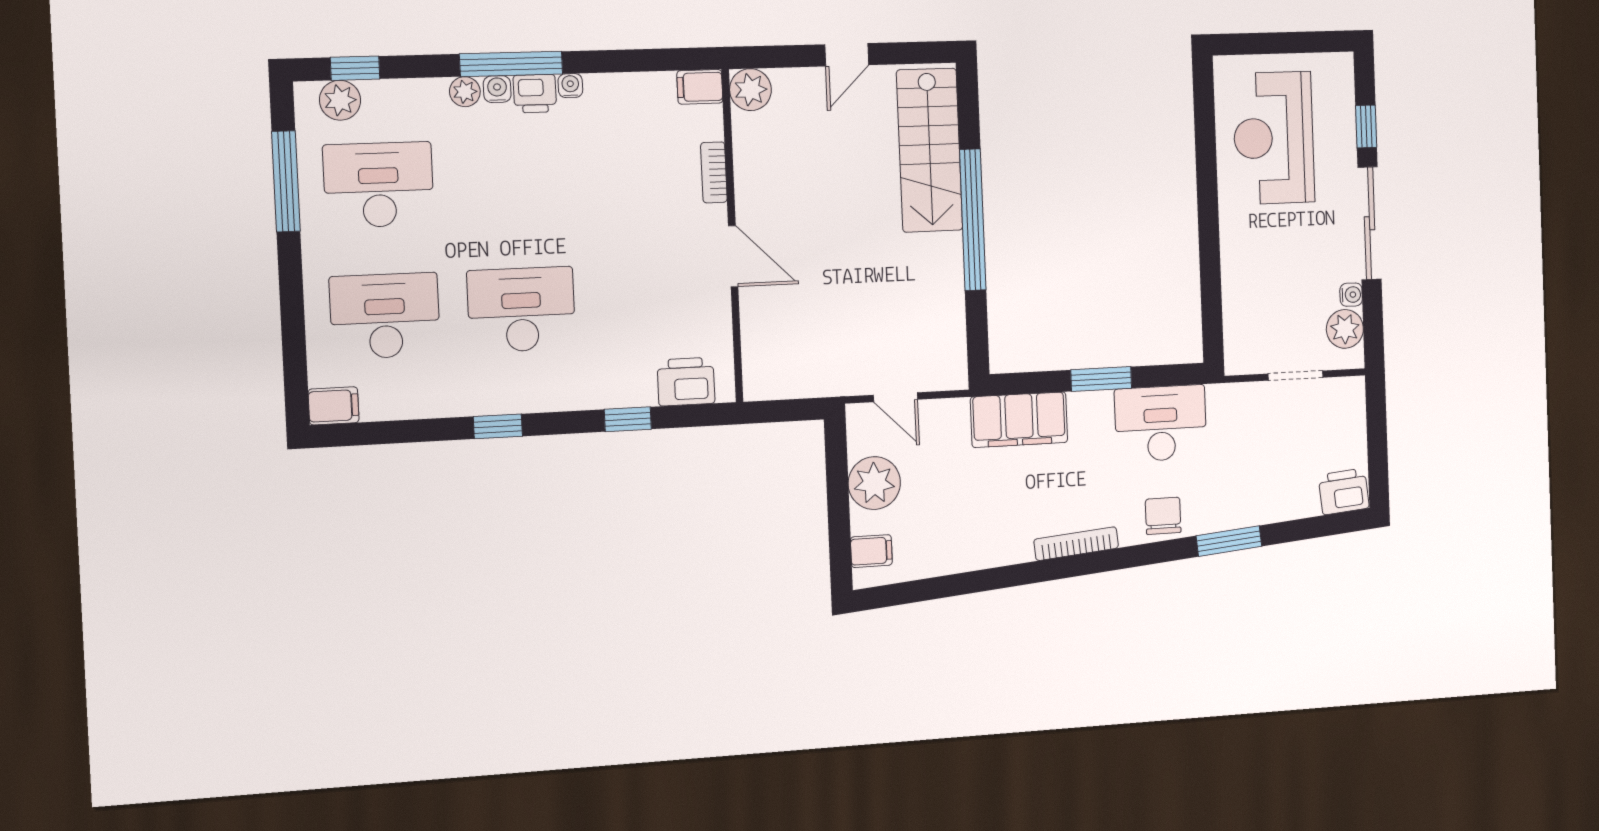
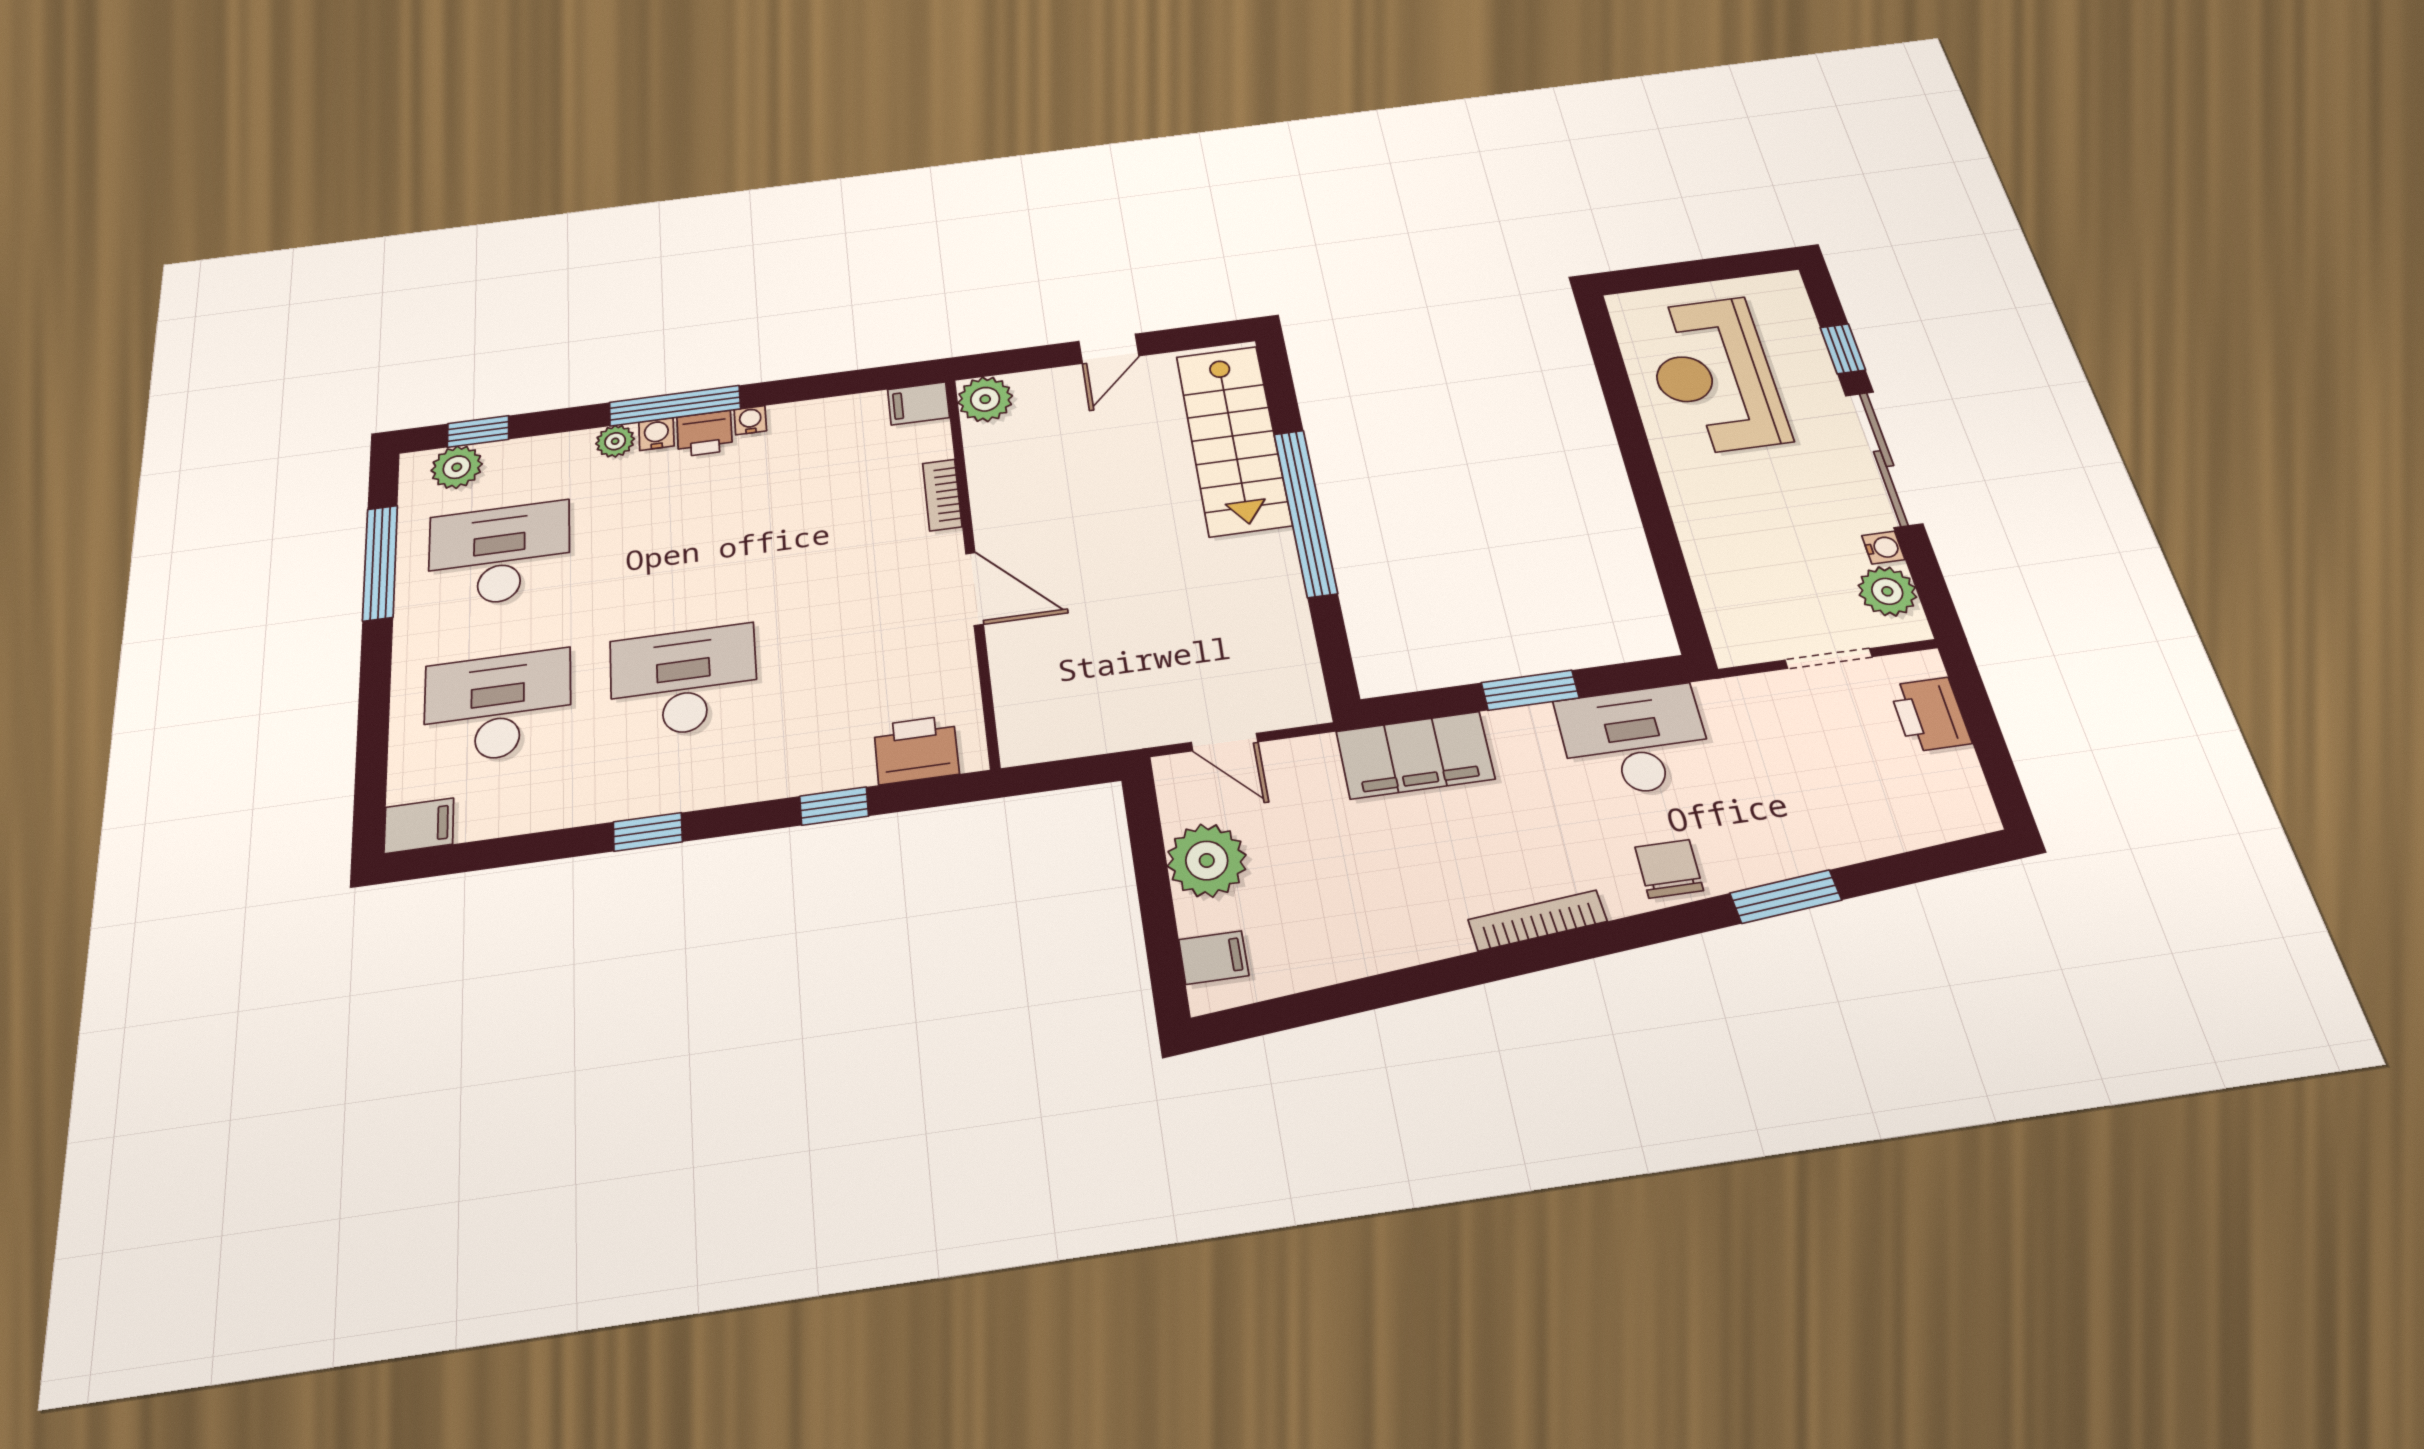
printer: (1344, 491) -> (1930, 714), moved, turned -85

